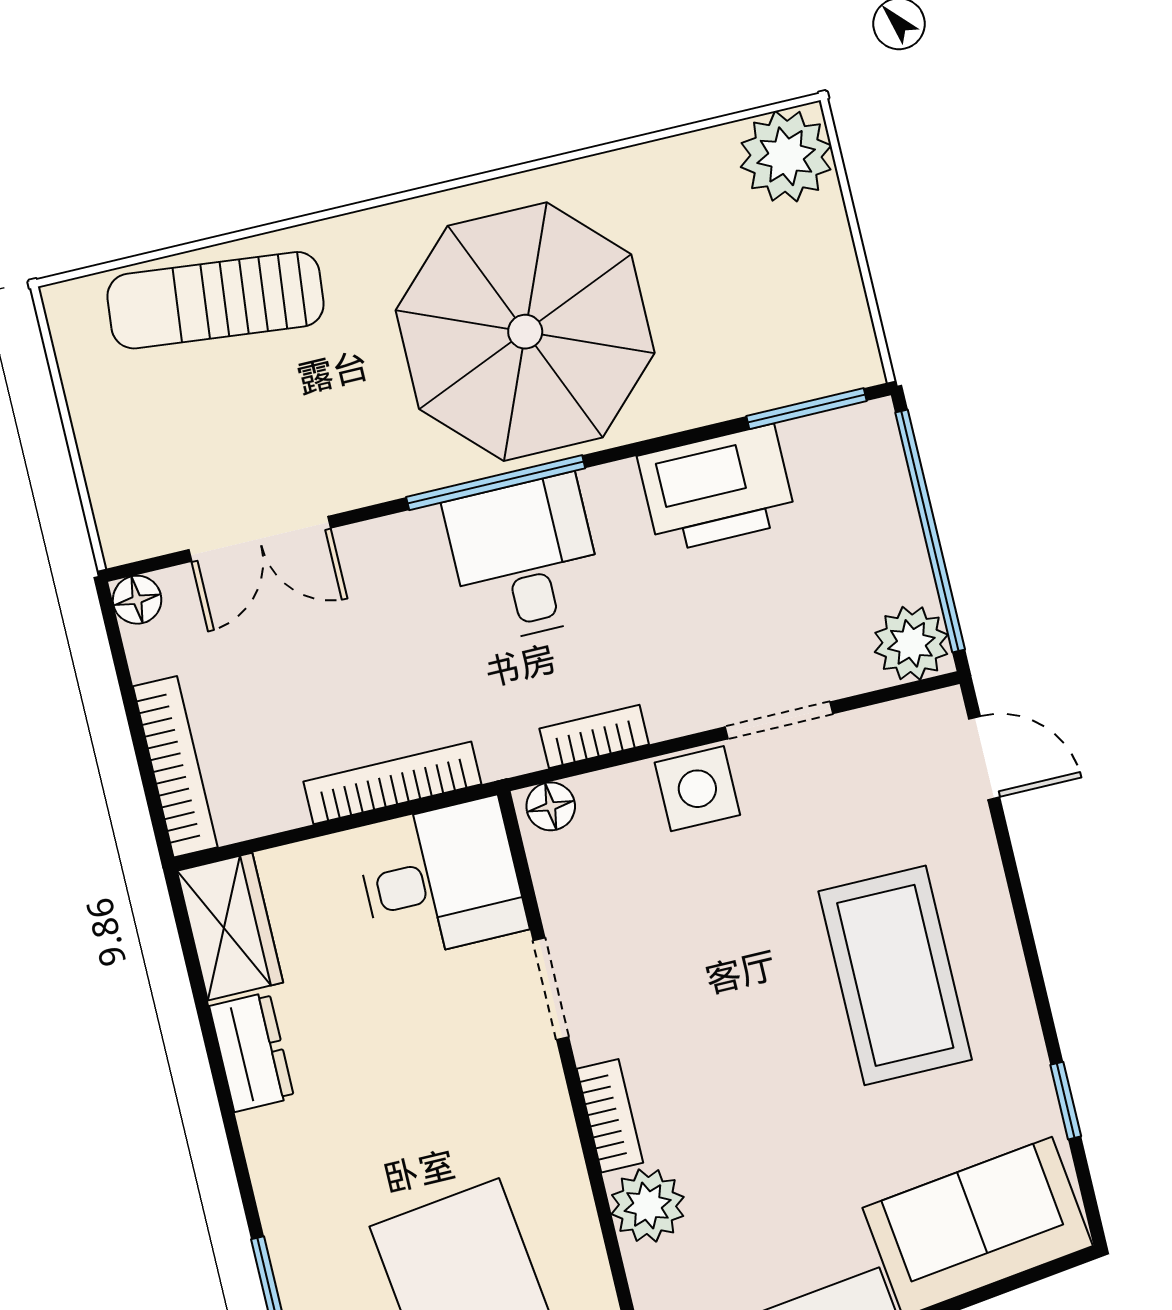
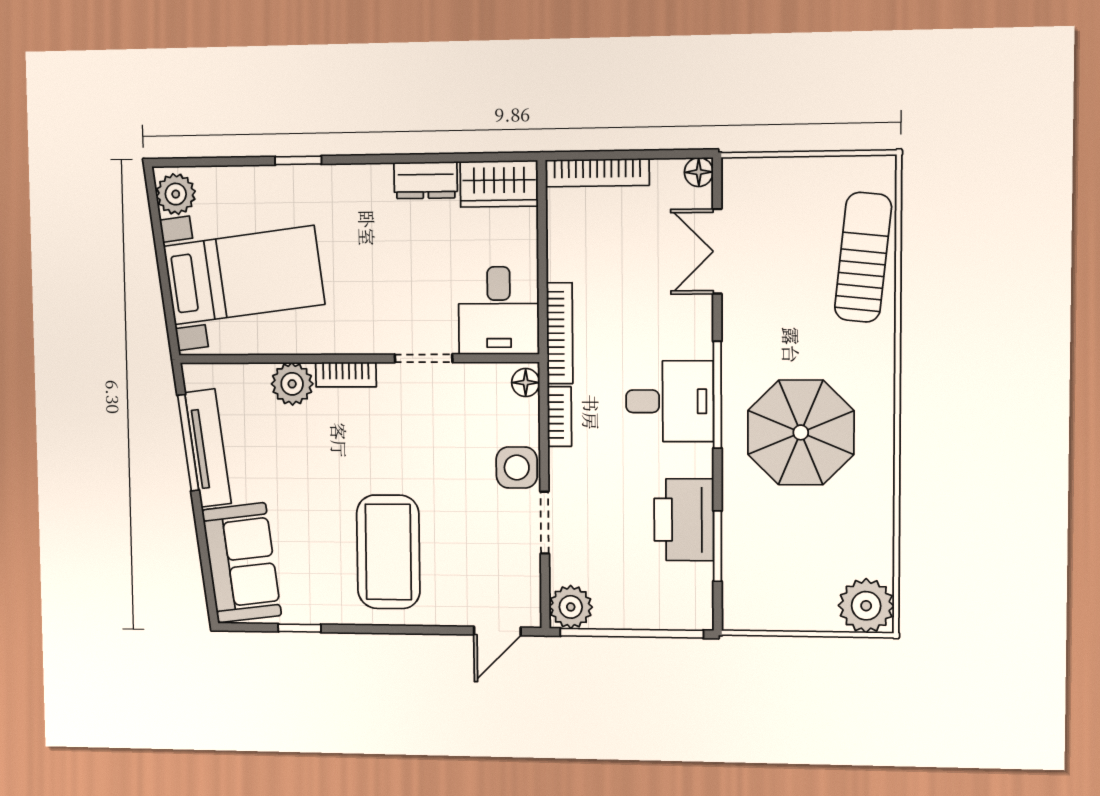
parasol: (525, 332) -> (801, 432), width x0.73, depth x0.73
window: (806, 409) -> (718, 546), moved
bookcase: (392, 783) -> (560, 333), moved
coffee table: (895, 975) -> (388, 552), turned 90

